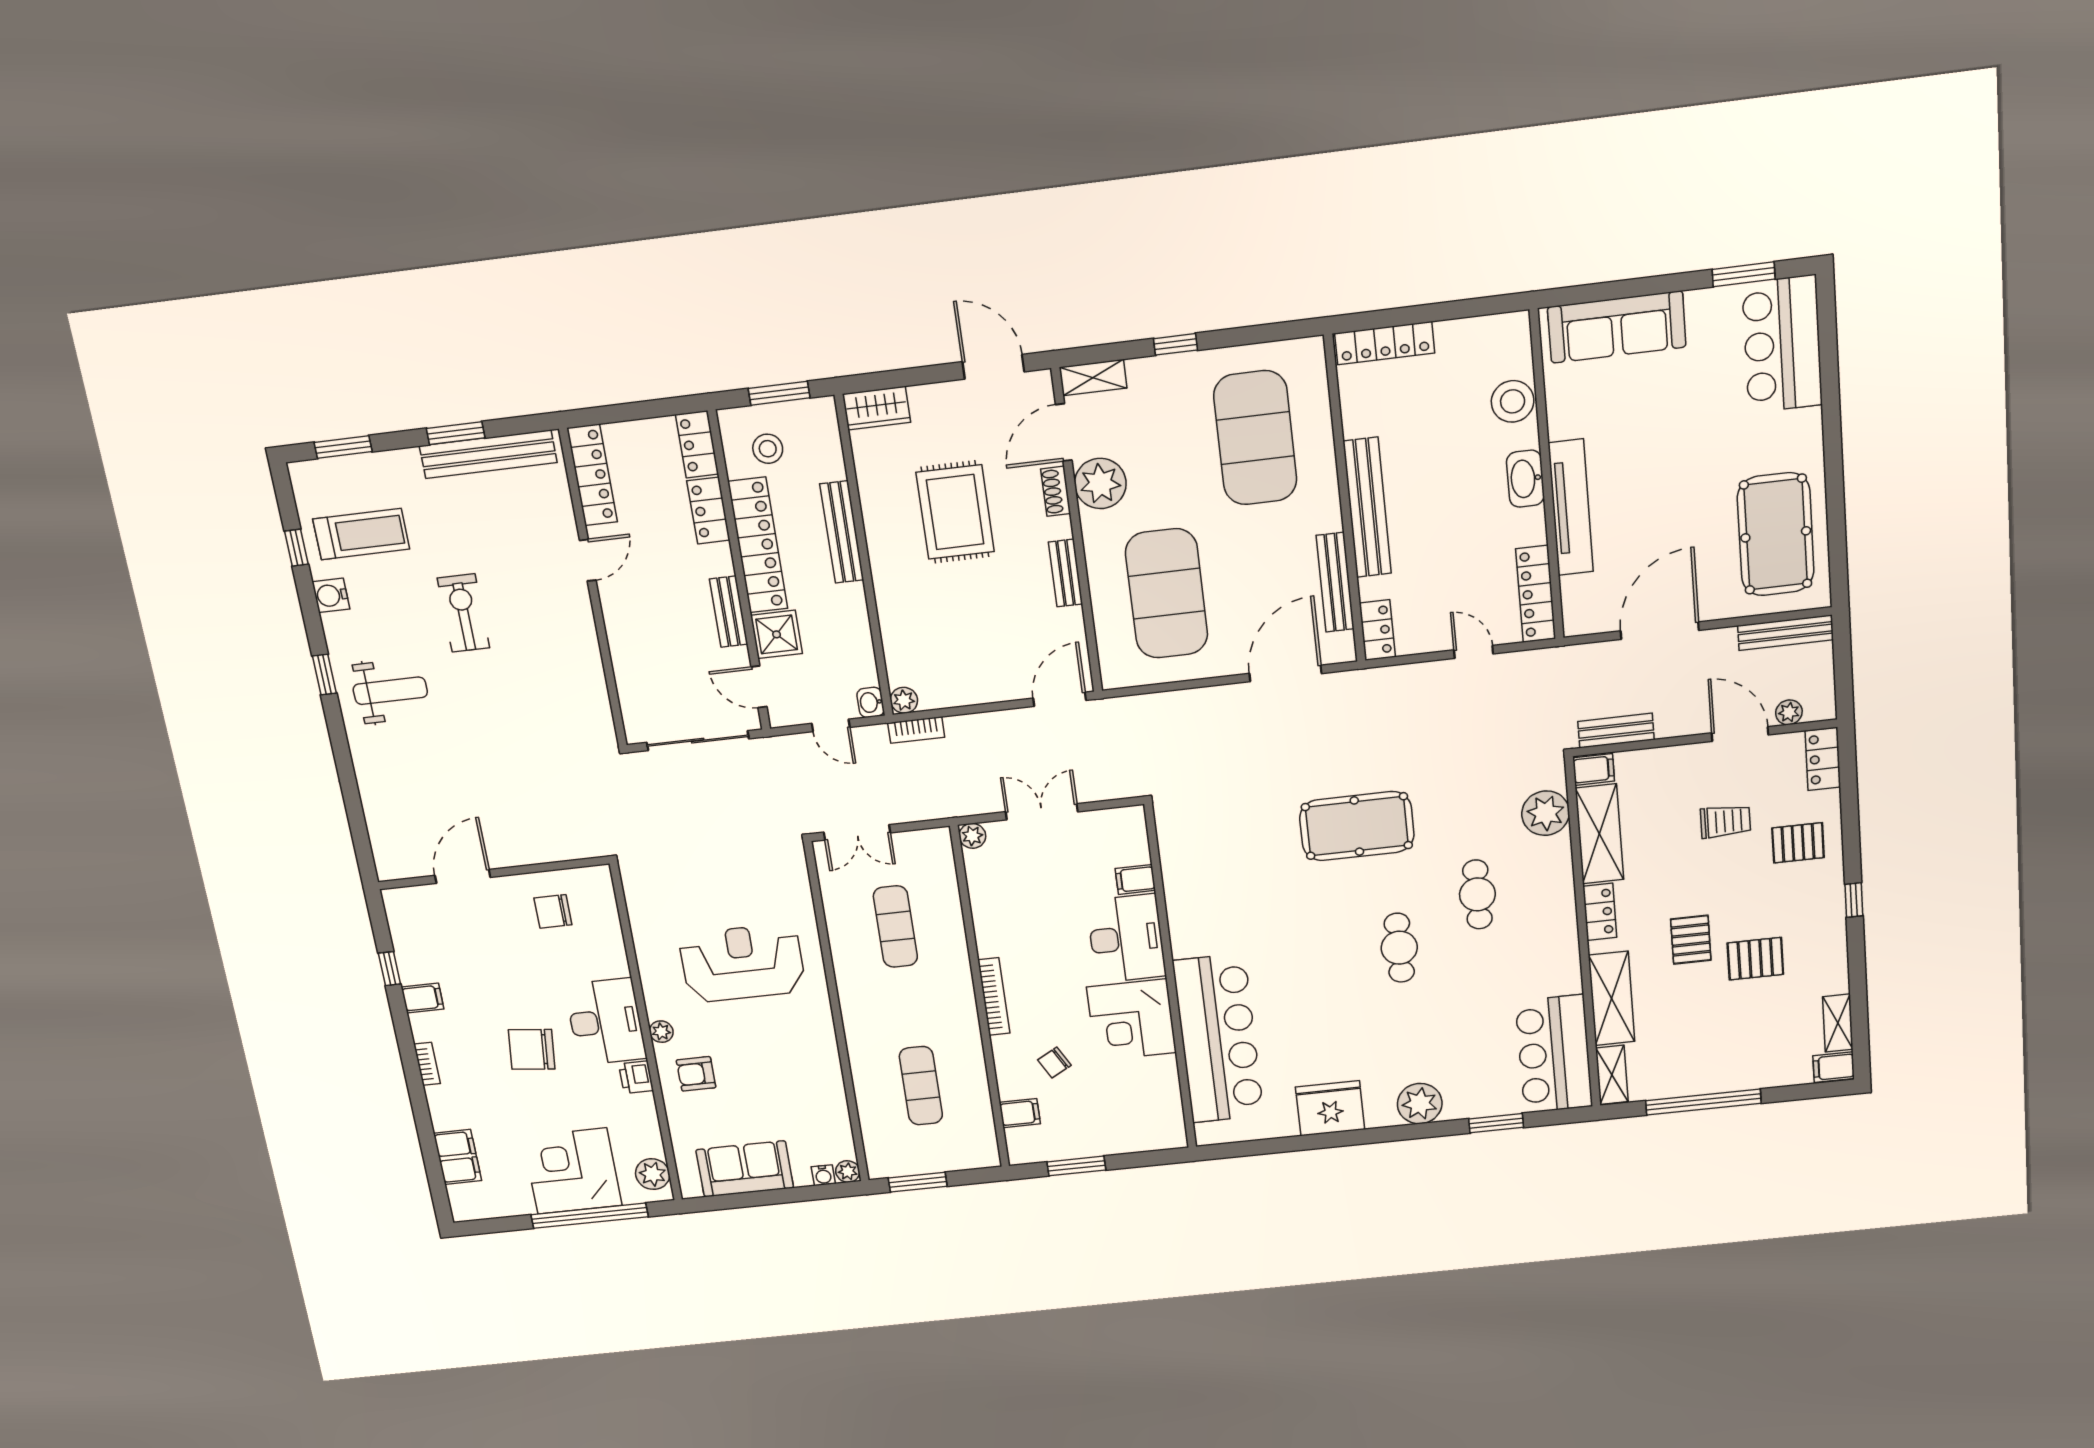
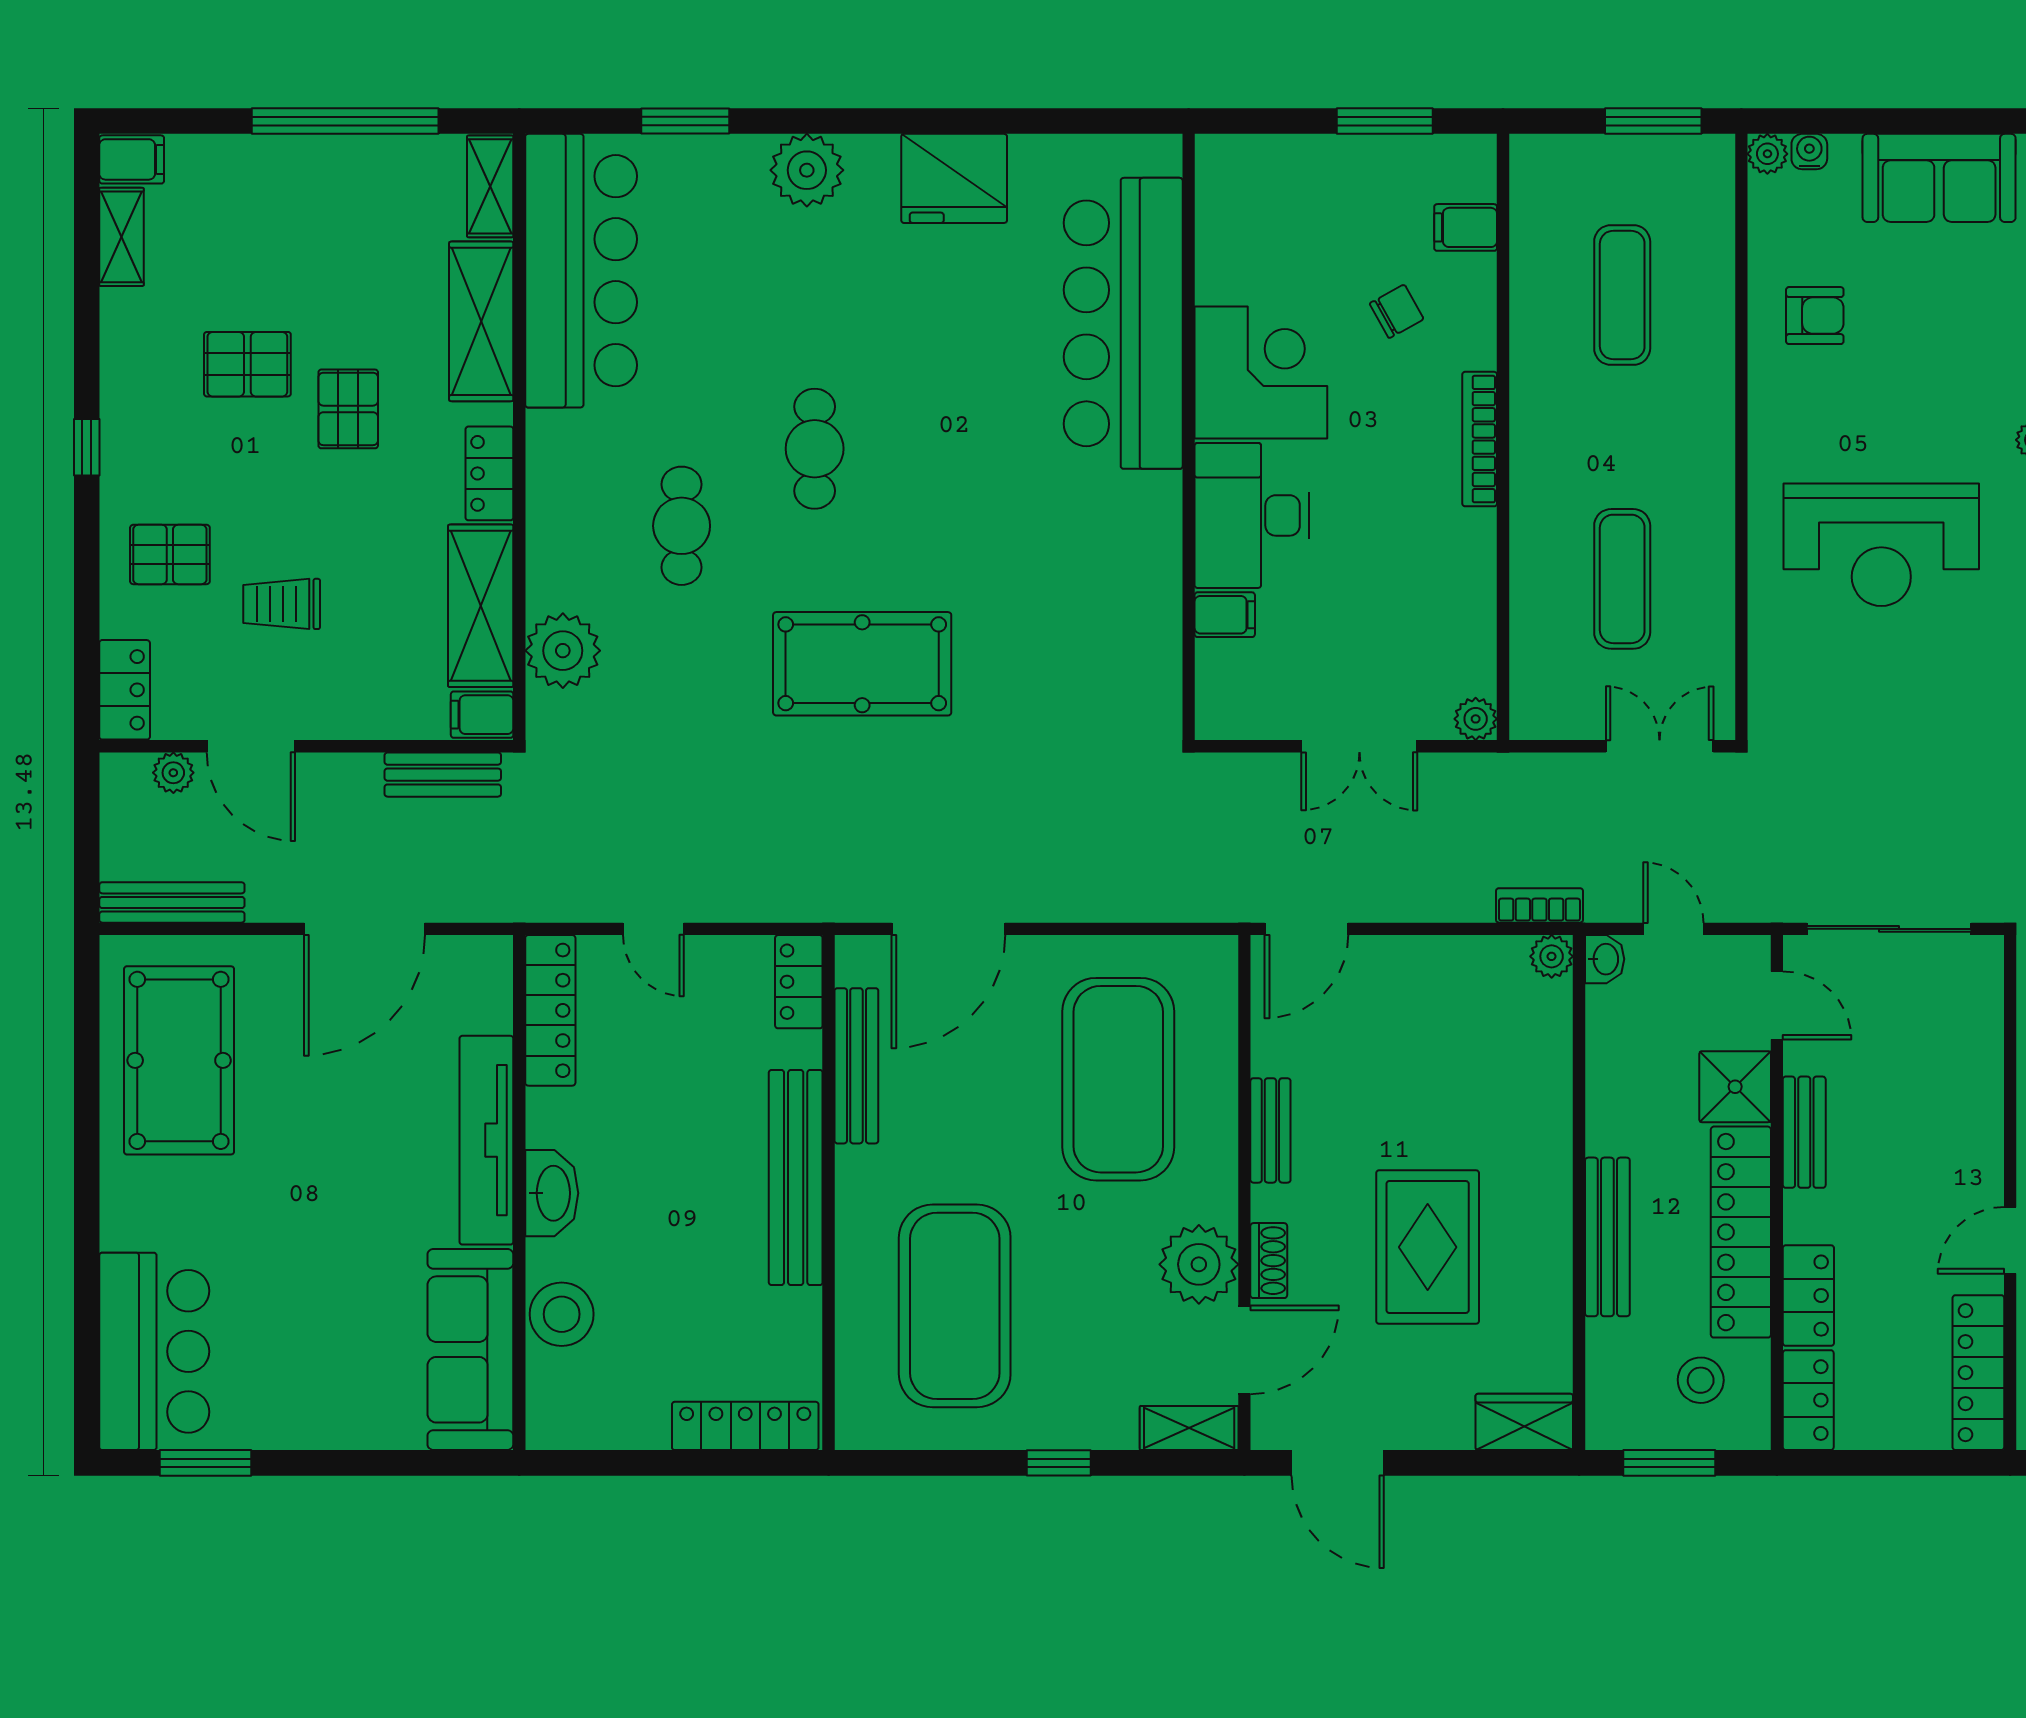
sofa: (1617, 327) -> (470, 1349), moved, turned -90
bar counter: (1554, 1054) -> (581, 271), width x1.36
armchair: (696, 1074) -> (1815, 316), moved

